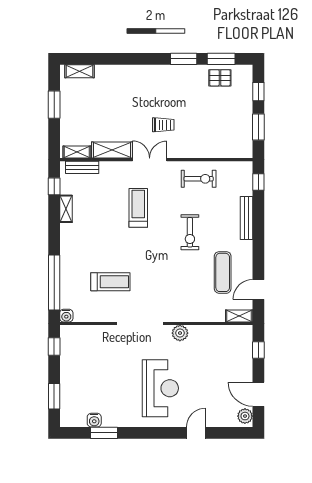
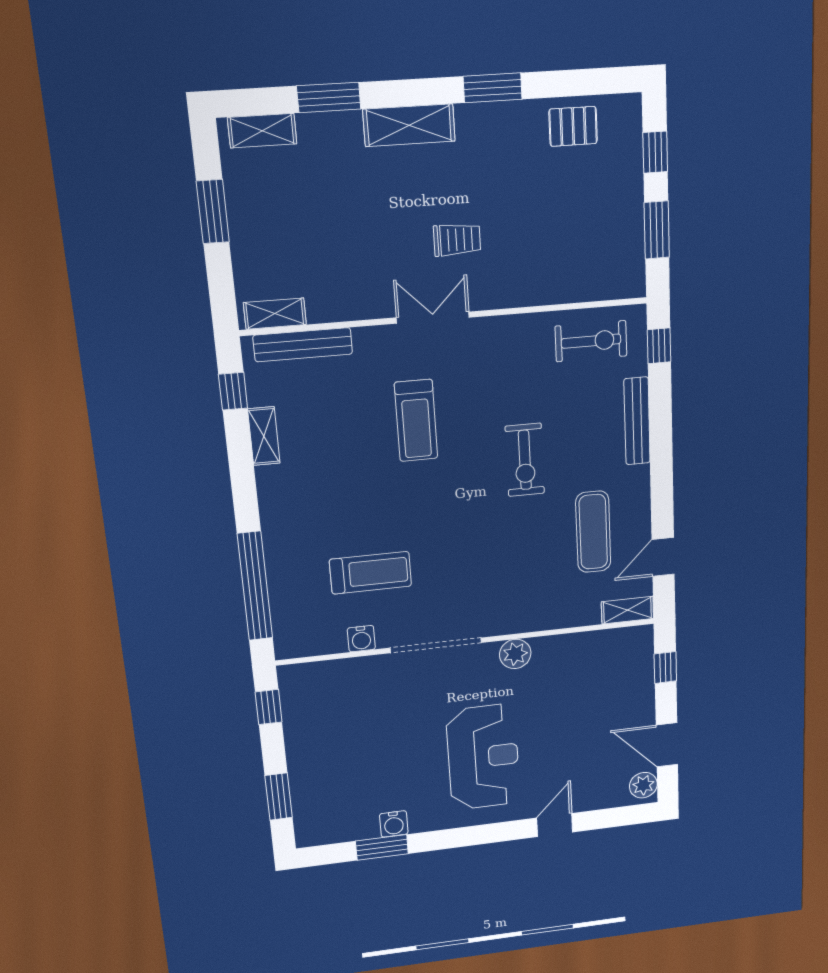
window: (221, 59) -> (329, 98), moved
shelving: (112, 150) -> (409, 125), moved
bench: (82, 167) -> (303, 345), width x1.36
exercise bike: (199, 179) -> (591, 341), moved
treadmill: (138, 208) -> (416, 420), turned 180
water cooler: (66, 316) -> (361, 639), moved
water cooler: (94, 420) -> (394, 824), moved

